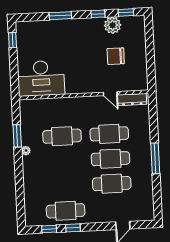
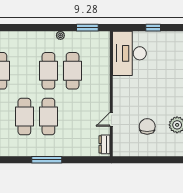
window: (12, 40) -> (153, 28), moved
dresser: (132, 100) -> (105, 144), width x0.70
cafe table: (109, 134) -> (48, 71), moved
window: (17, 136) -> (87, 28), moved

